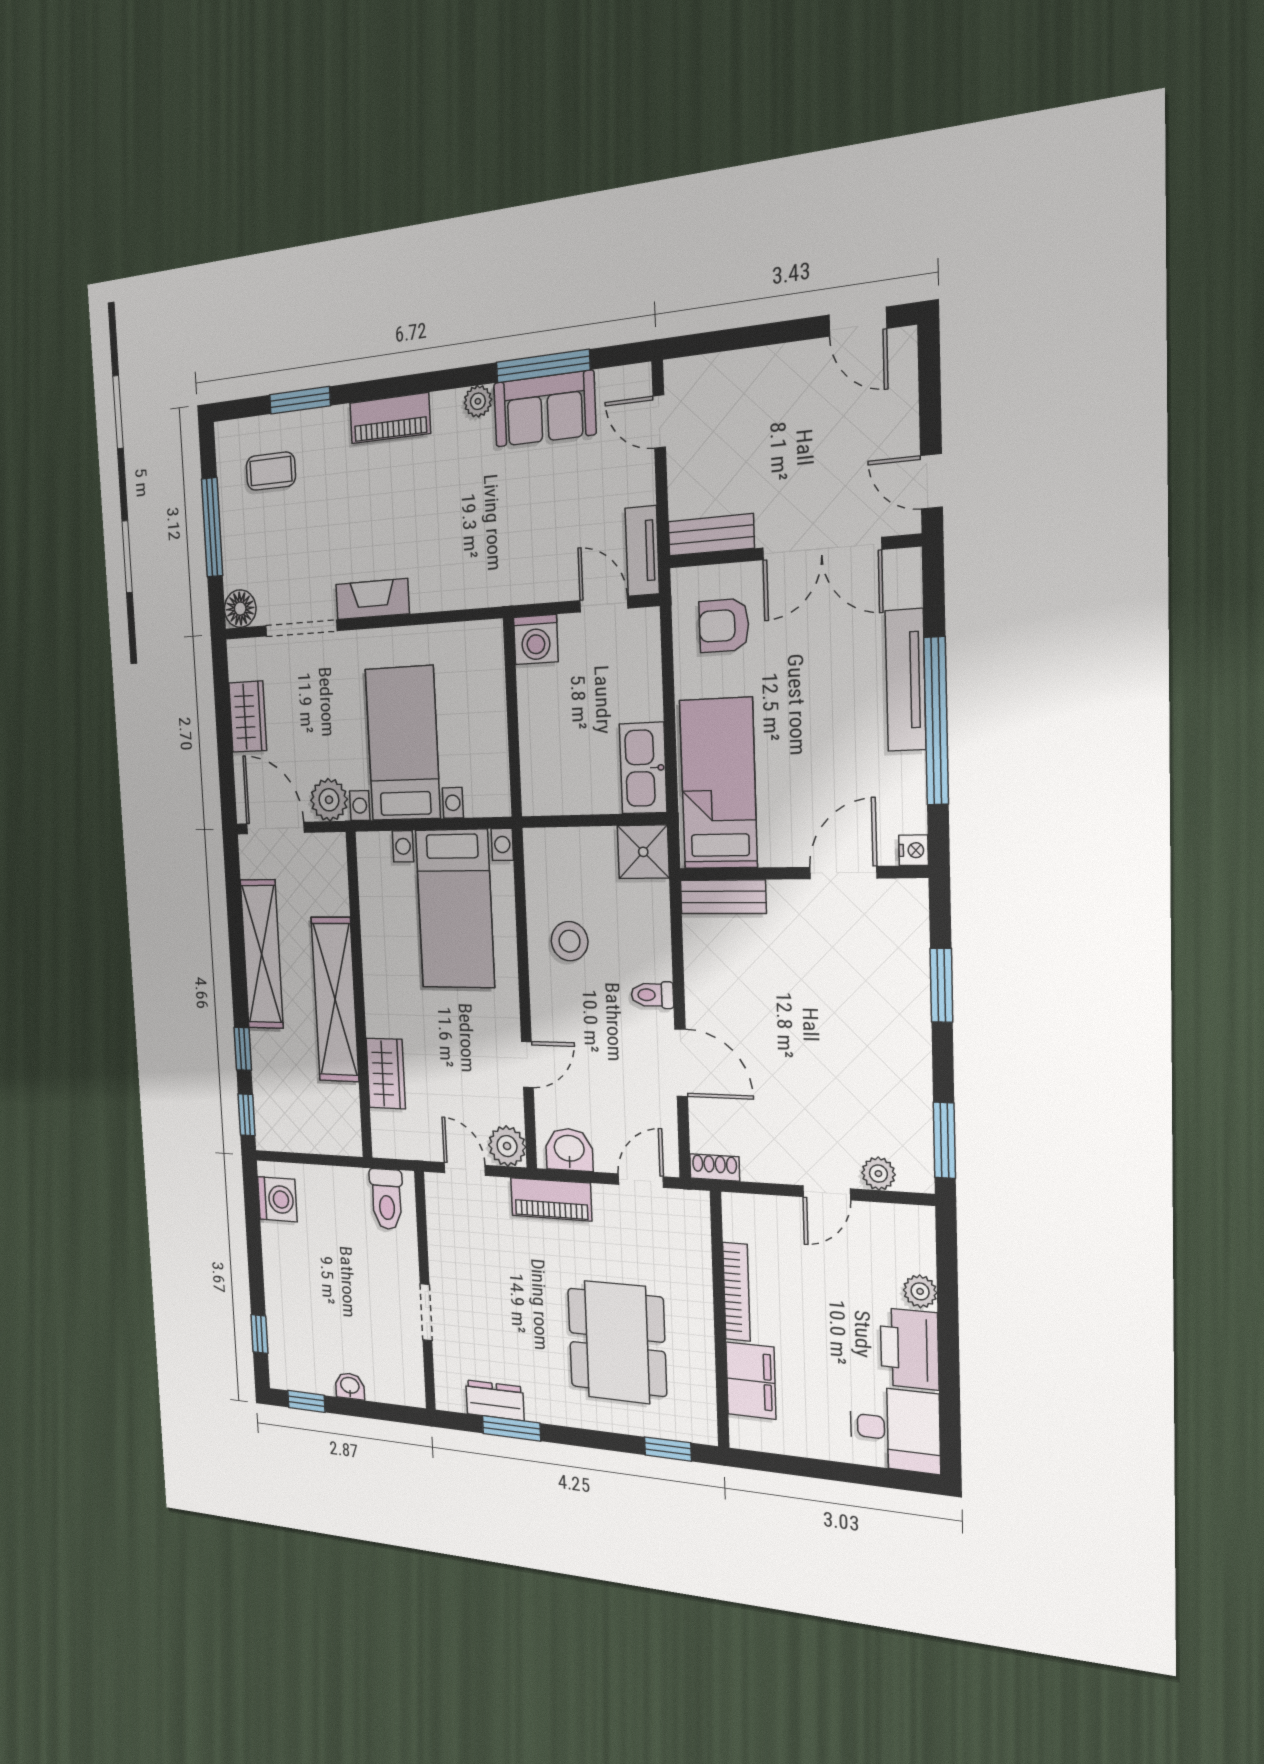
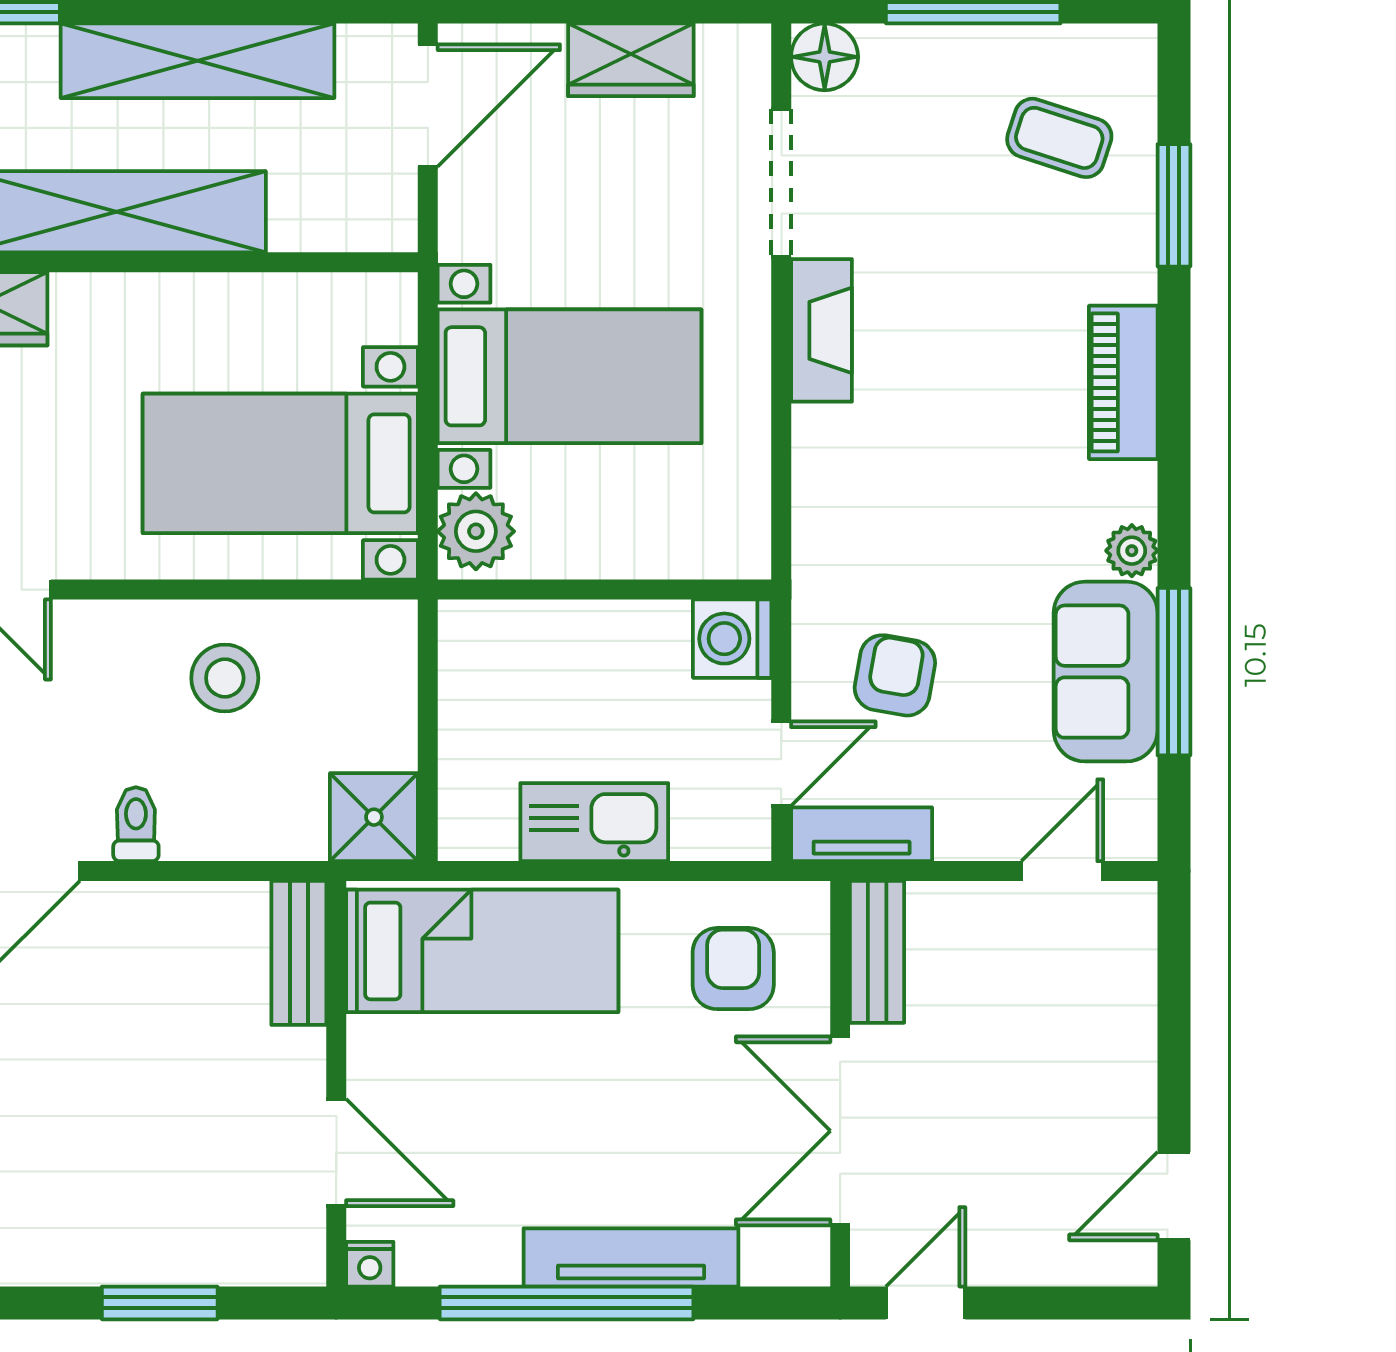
coffee table: (271, 471) -> (1059, 138), turned -72
armchair: (552, 539) -> (895, 675), added
kitchen sink: (643, 768) -> (594, 822), moved
plant: (329, 800) -> (476, 531), moved

